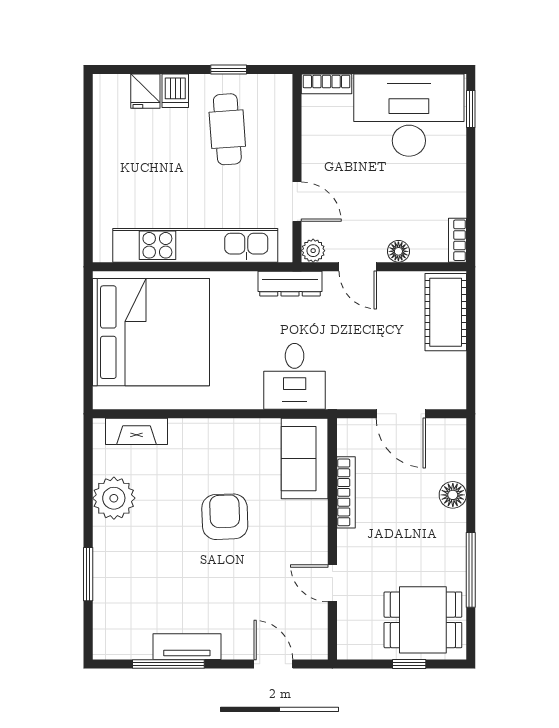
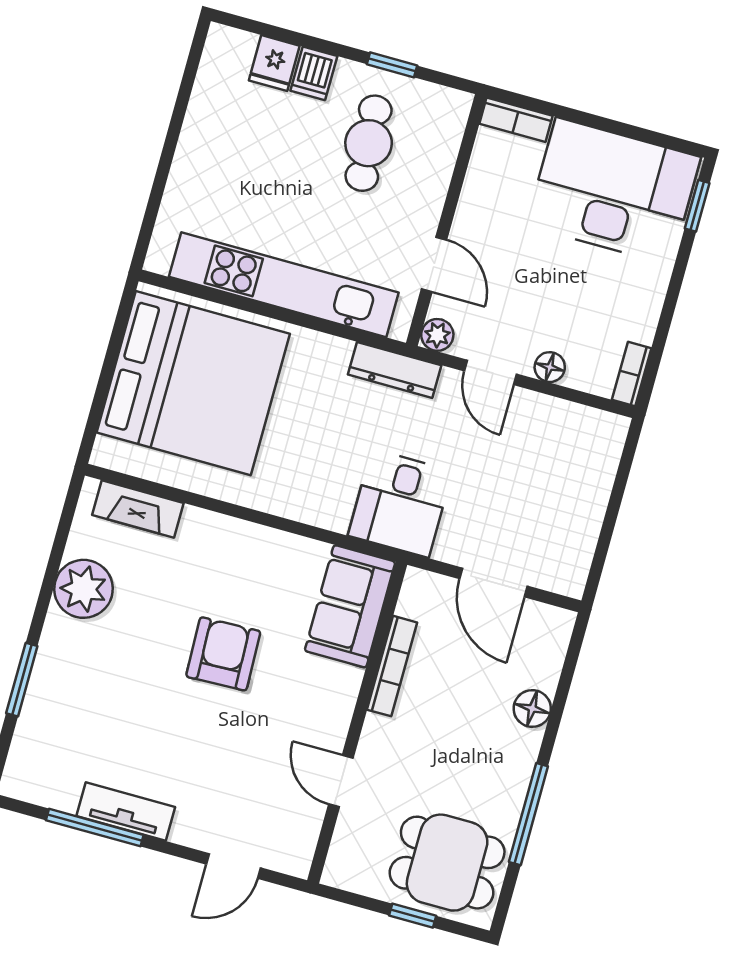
cot: (446, 312) -> (590, 465), removed
desk: (295, 376) -> (400, 503), moved
door: (273, 664) -> (233, 866), swing flipped

